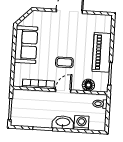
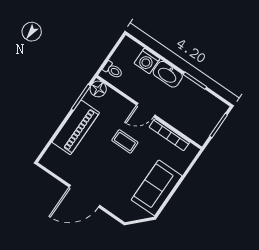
floor lamp: (88, 85) -> (98, 89), moved

